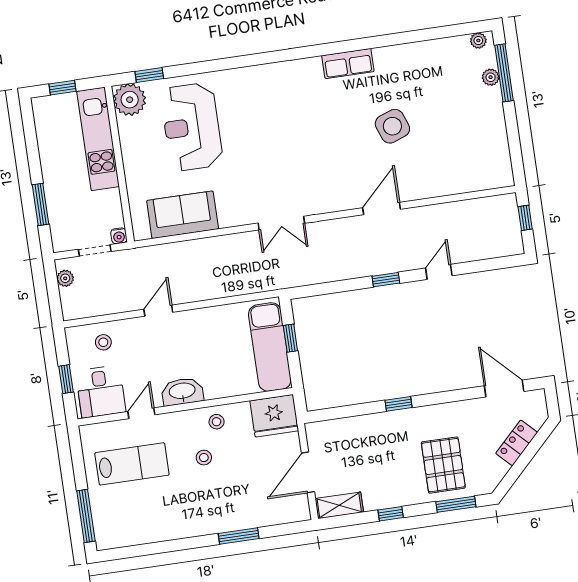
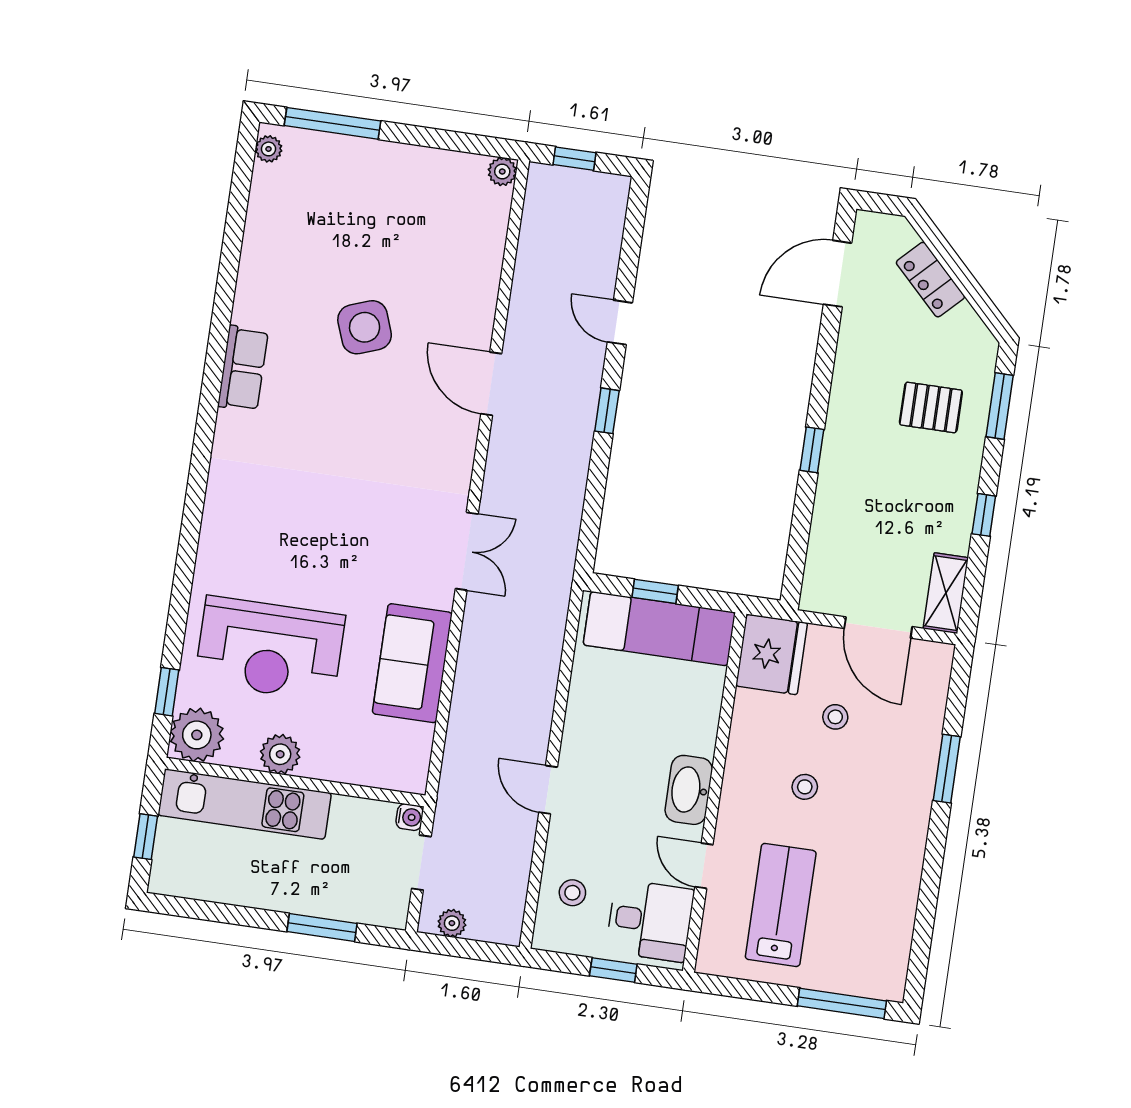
plant: (491, 77) -> (502, 172), moved
plant: (133, 151) -> (280, 754), added
sofa: (183, 215) -> (412, 663), moved
stool: (217, 422) -> (835, 717), moved
pallet: (443, 465) -> (931, 407), width x0.67, depth x0.71

